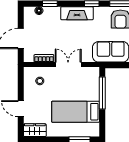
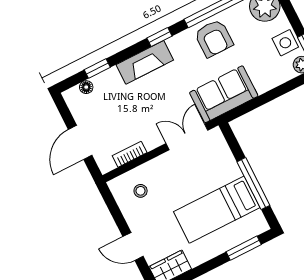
double door: (68, 65) -> (187, 137), moved
window: (102, 93) -> (253, 184), moved

